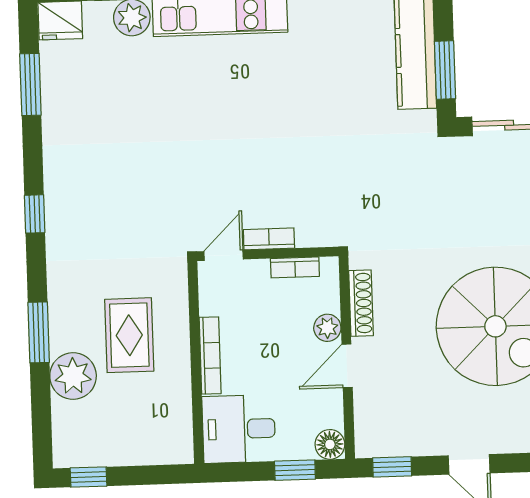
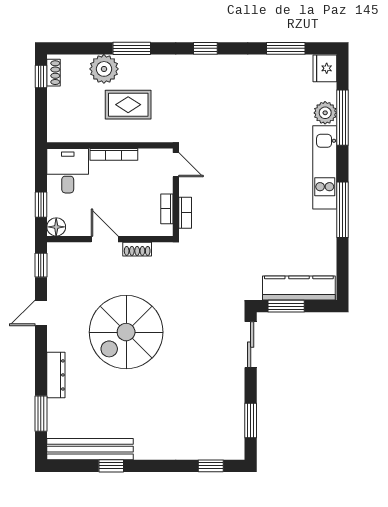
bookcase: (269, 239) -> (185, 213), moved
shoe rack: (361, 303) -> (137, 249), width x0.70
plant: (327, 328) -> (129, 228), removed
shoe rack: (82, 457) -> (54, 73), added

